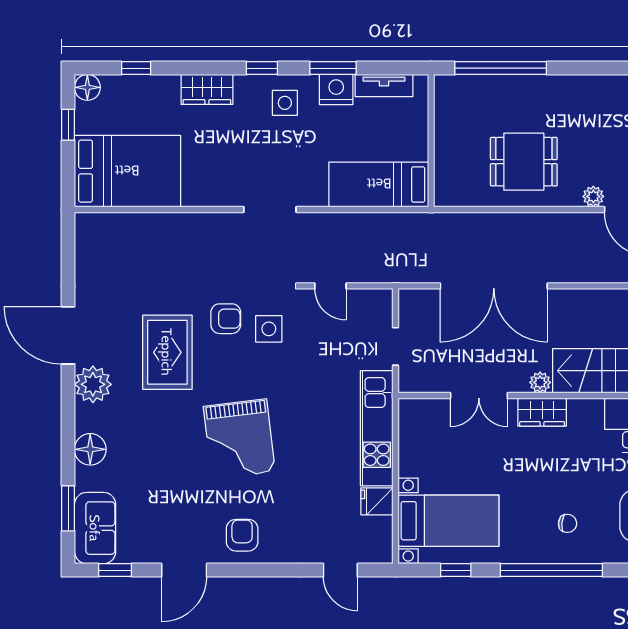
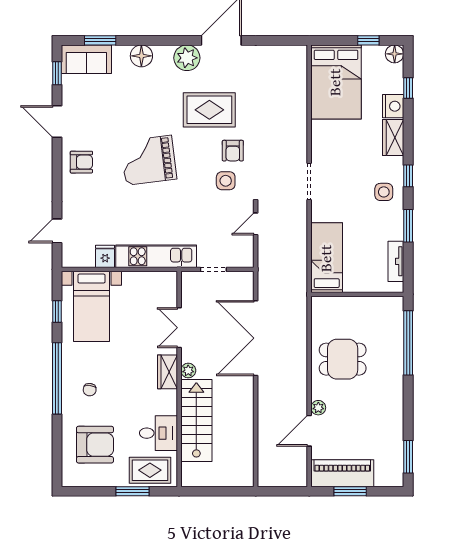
nightstand: (336, 90) -> (393, 106), moved
dining table: (524, 162) -> (343, 359), turned 90

